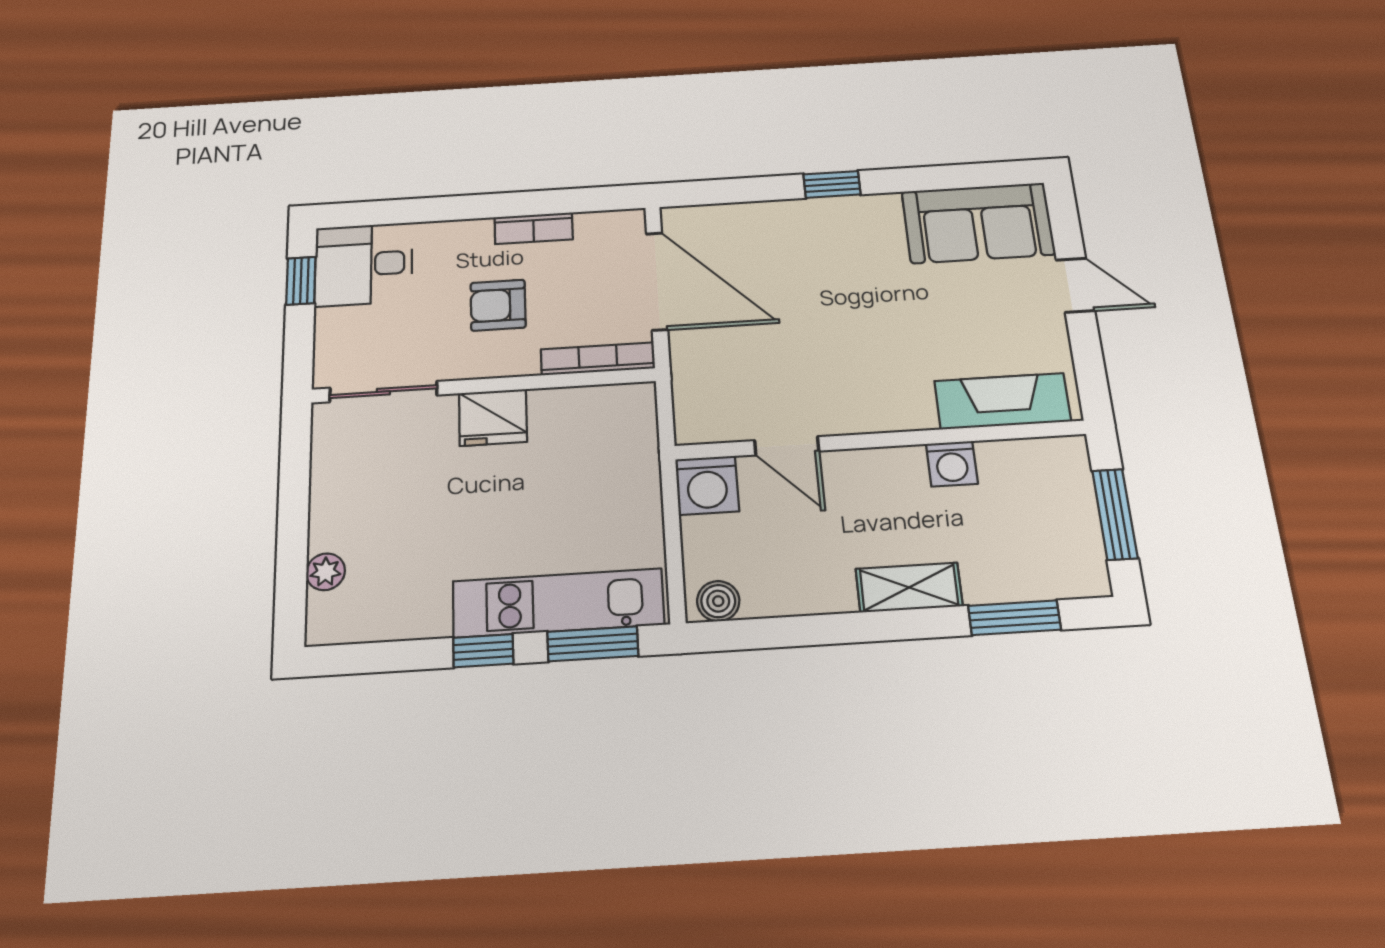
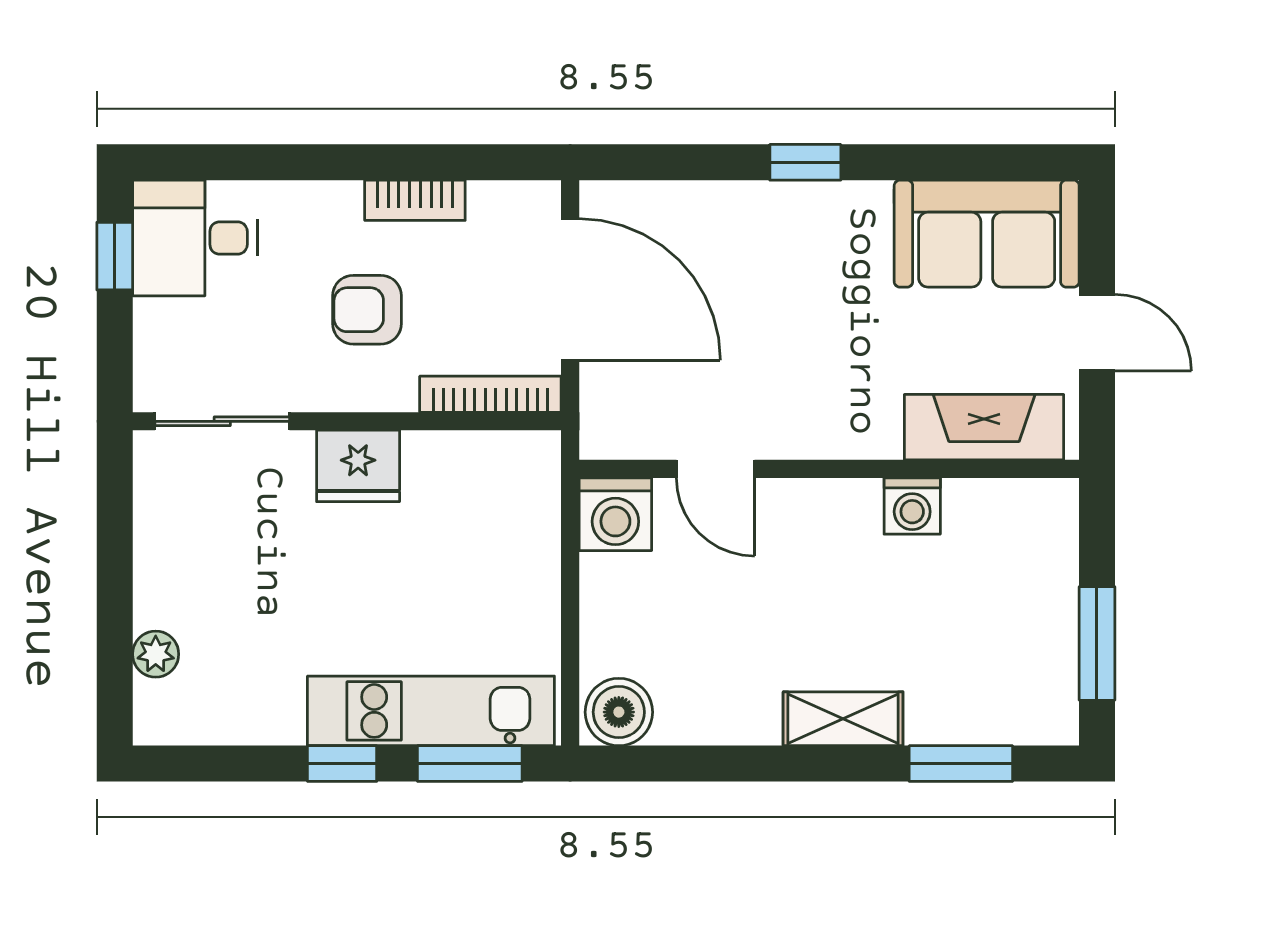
fireplace: (1002, 401) -> (984, 427), moved
wall: (880, 440) -> (829, 469), moved
door: (787, 446) -> (715, 469), moved
washing machine: (952, 464) -> (912, 506), moved
washing machine: (707, 485) -> (615, 514), moved
boiler: (718, 601) -> (619, 712), width x1.36, depth x1.36

